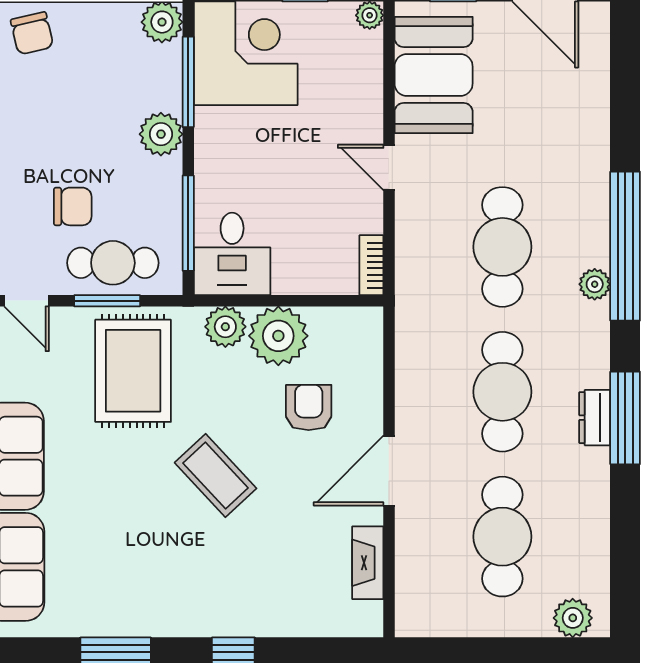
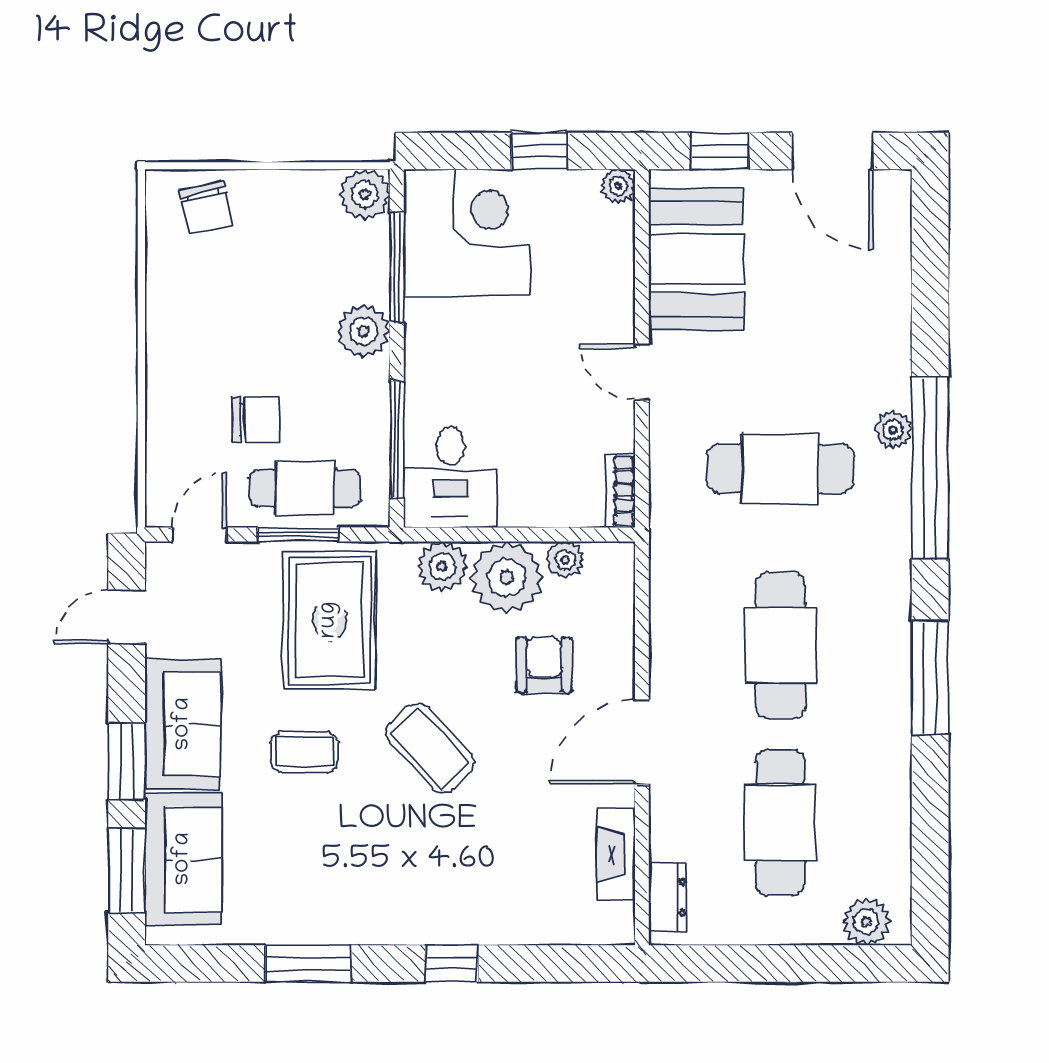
cafe table: (502, 247) -> (780, 469), turned 90
plant: (595, 284) -> (893, 430), moved
door: (27, 301) -> (199, 535), swing flipped
plant: (326, 322) -> (565, 560), added
dresser: (595, 418) -> (668, 897), moved, turned 180
coffee table: (113, 479) -> (304, 752), added

